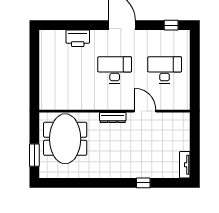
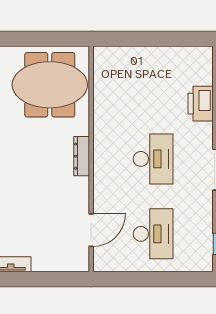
door: (145, 111) -> (91, 230), moved
window: (34, 155) -> (25, 39), removed

